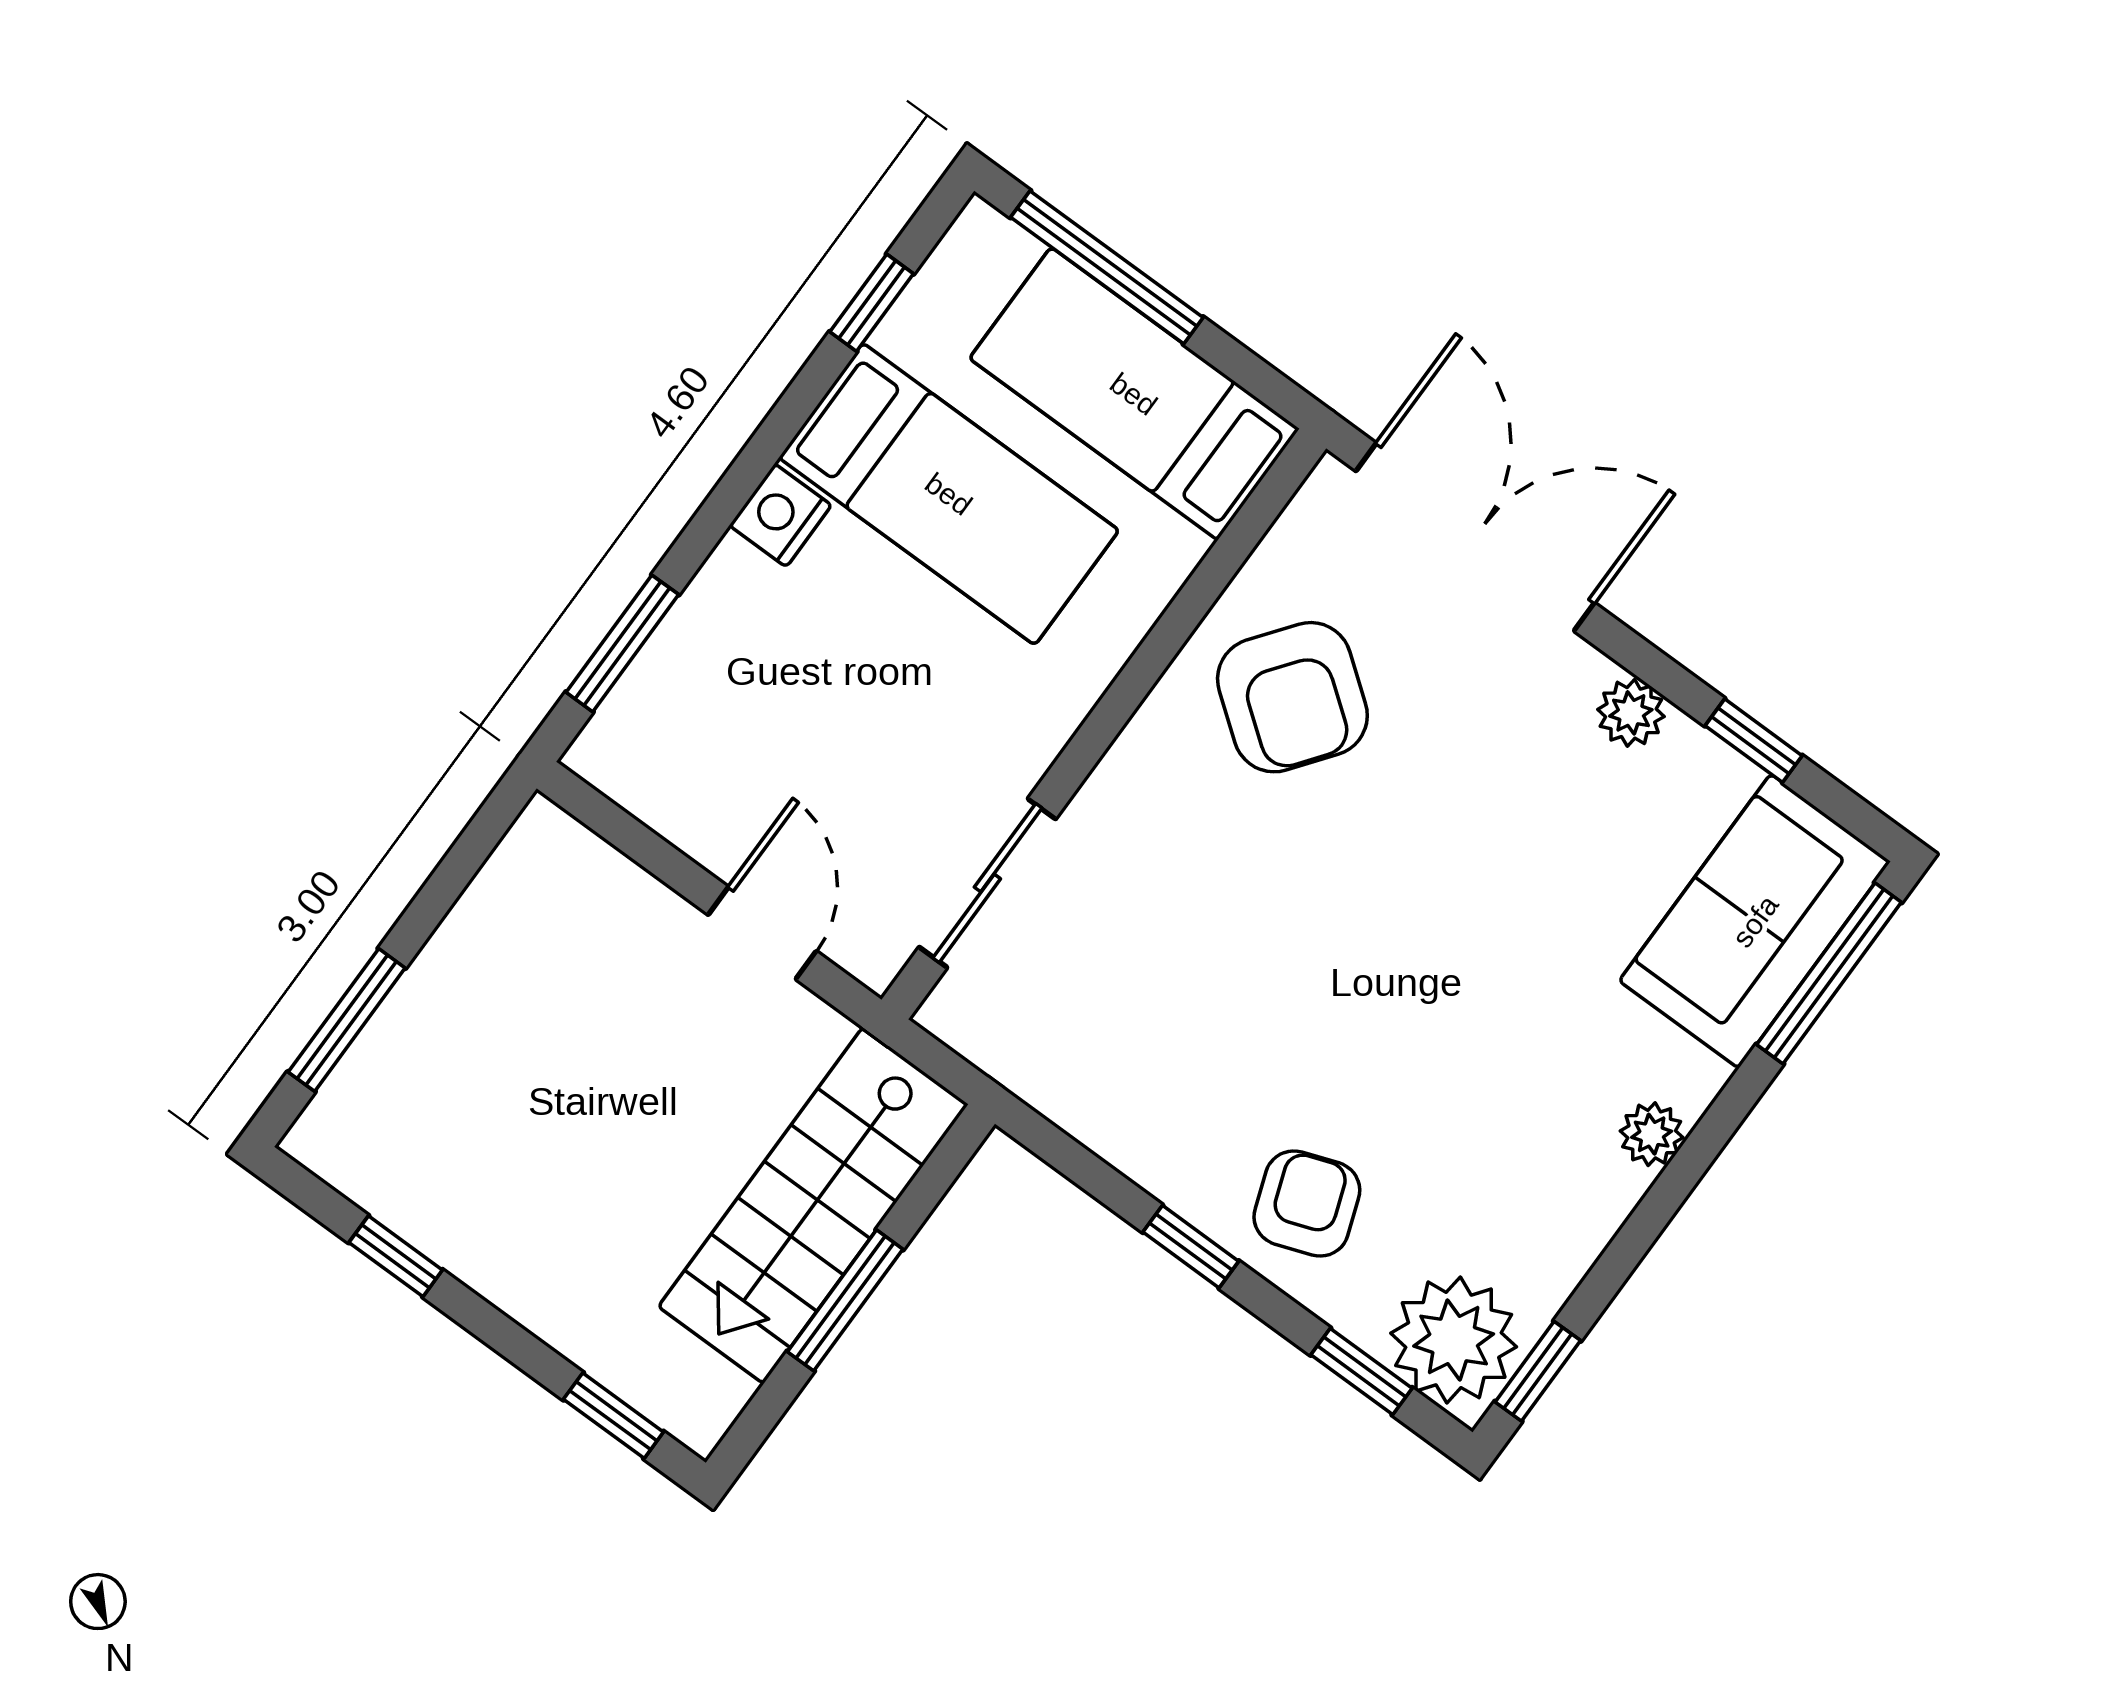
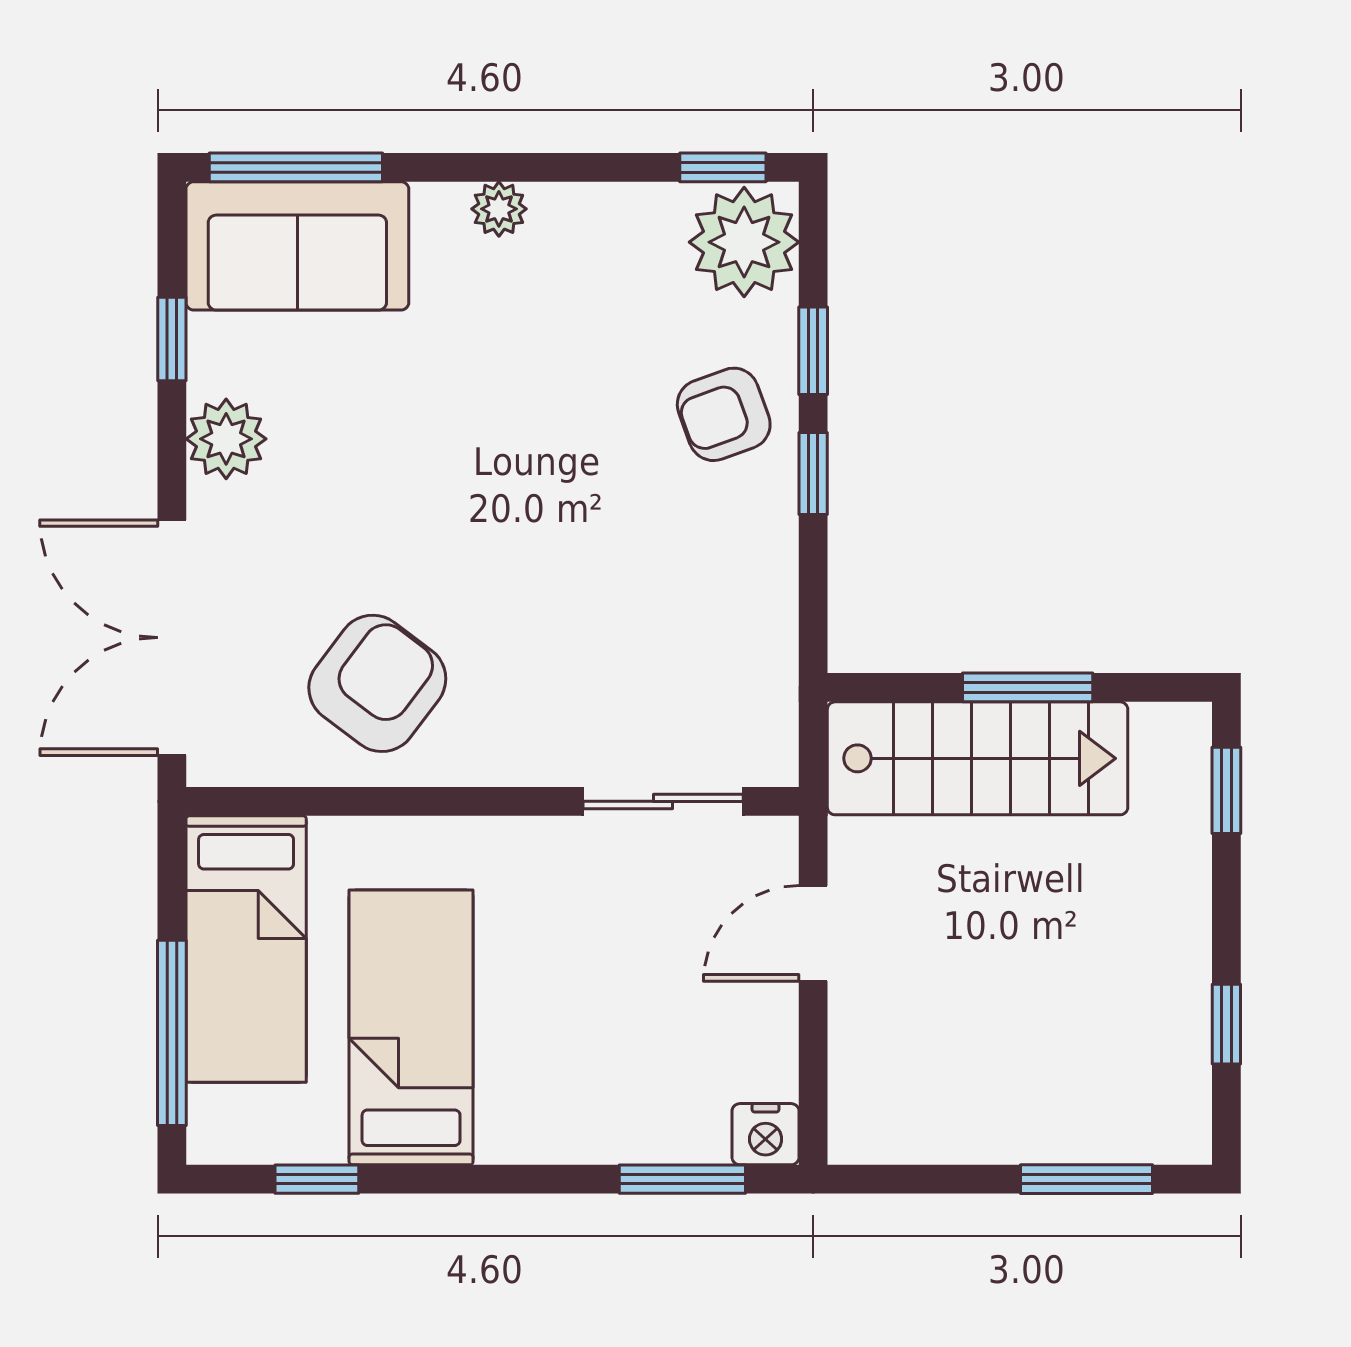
nightstand: (780, 515) -> (766, 1134), moved
plant: (1631, 713) -> (226, 439), width x1.38, depth x1.38
window: (1361, 1371) -> (813, 351), moved

